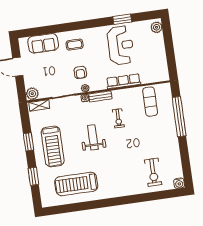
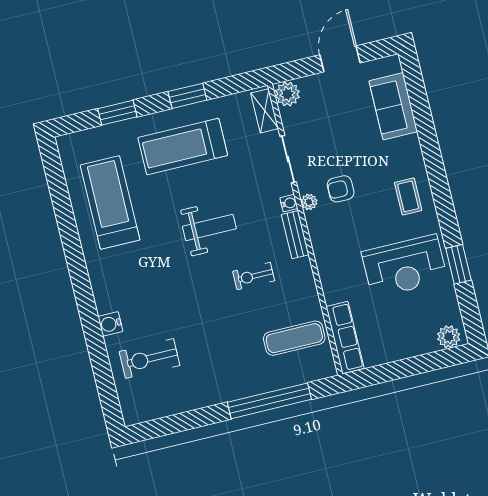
coffee table: (75, 45) -> (408, 196), moved
row of seats: (123, 81) -> (345, 338), moved
water cooler: (179, 183) -> (110, 324), moved

